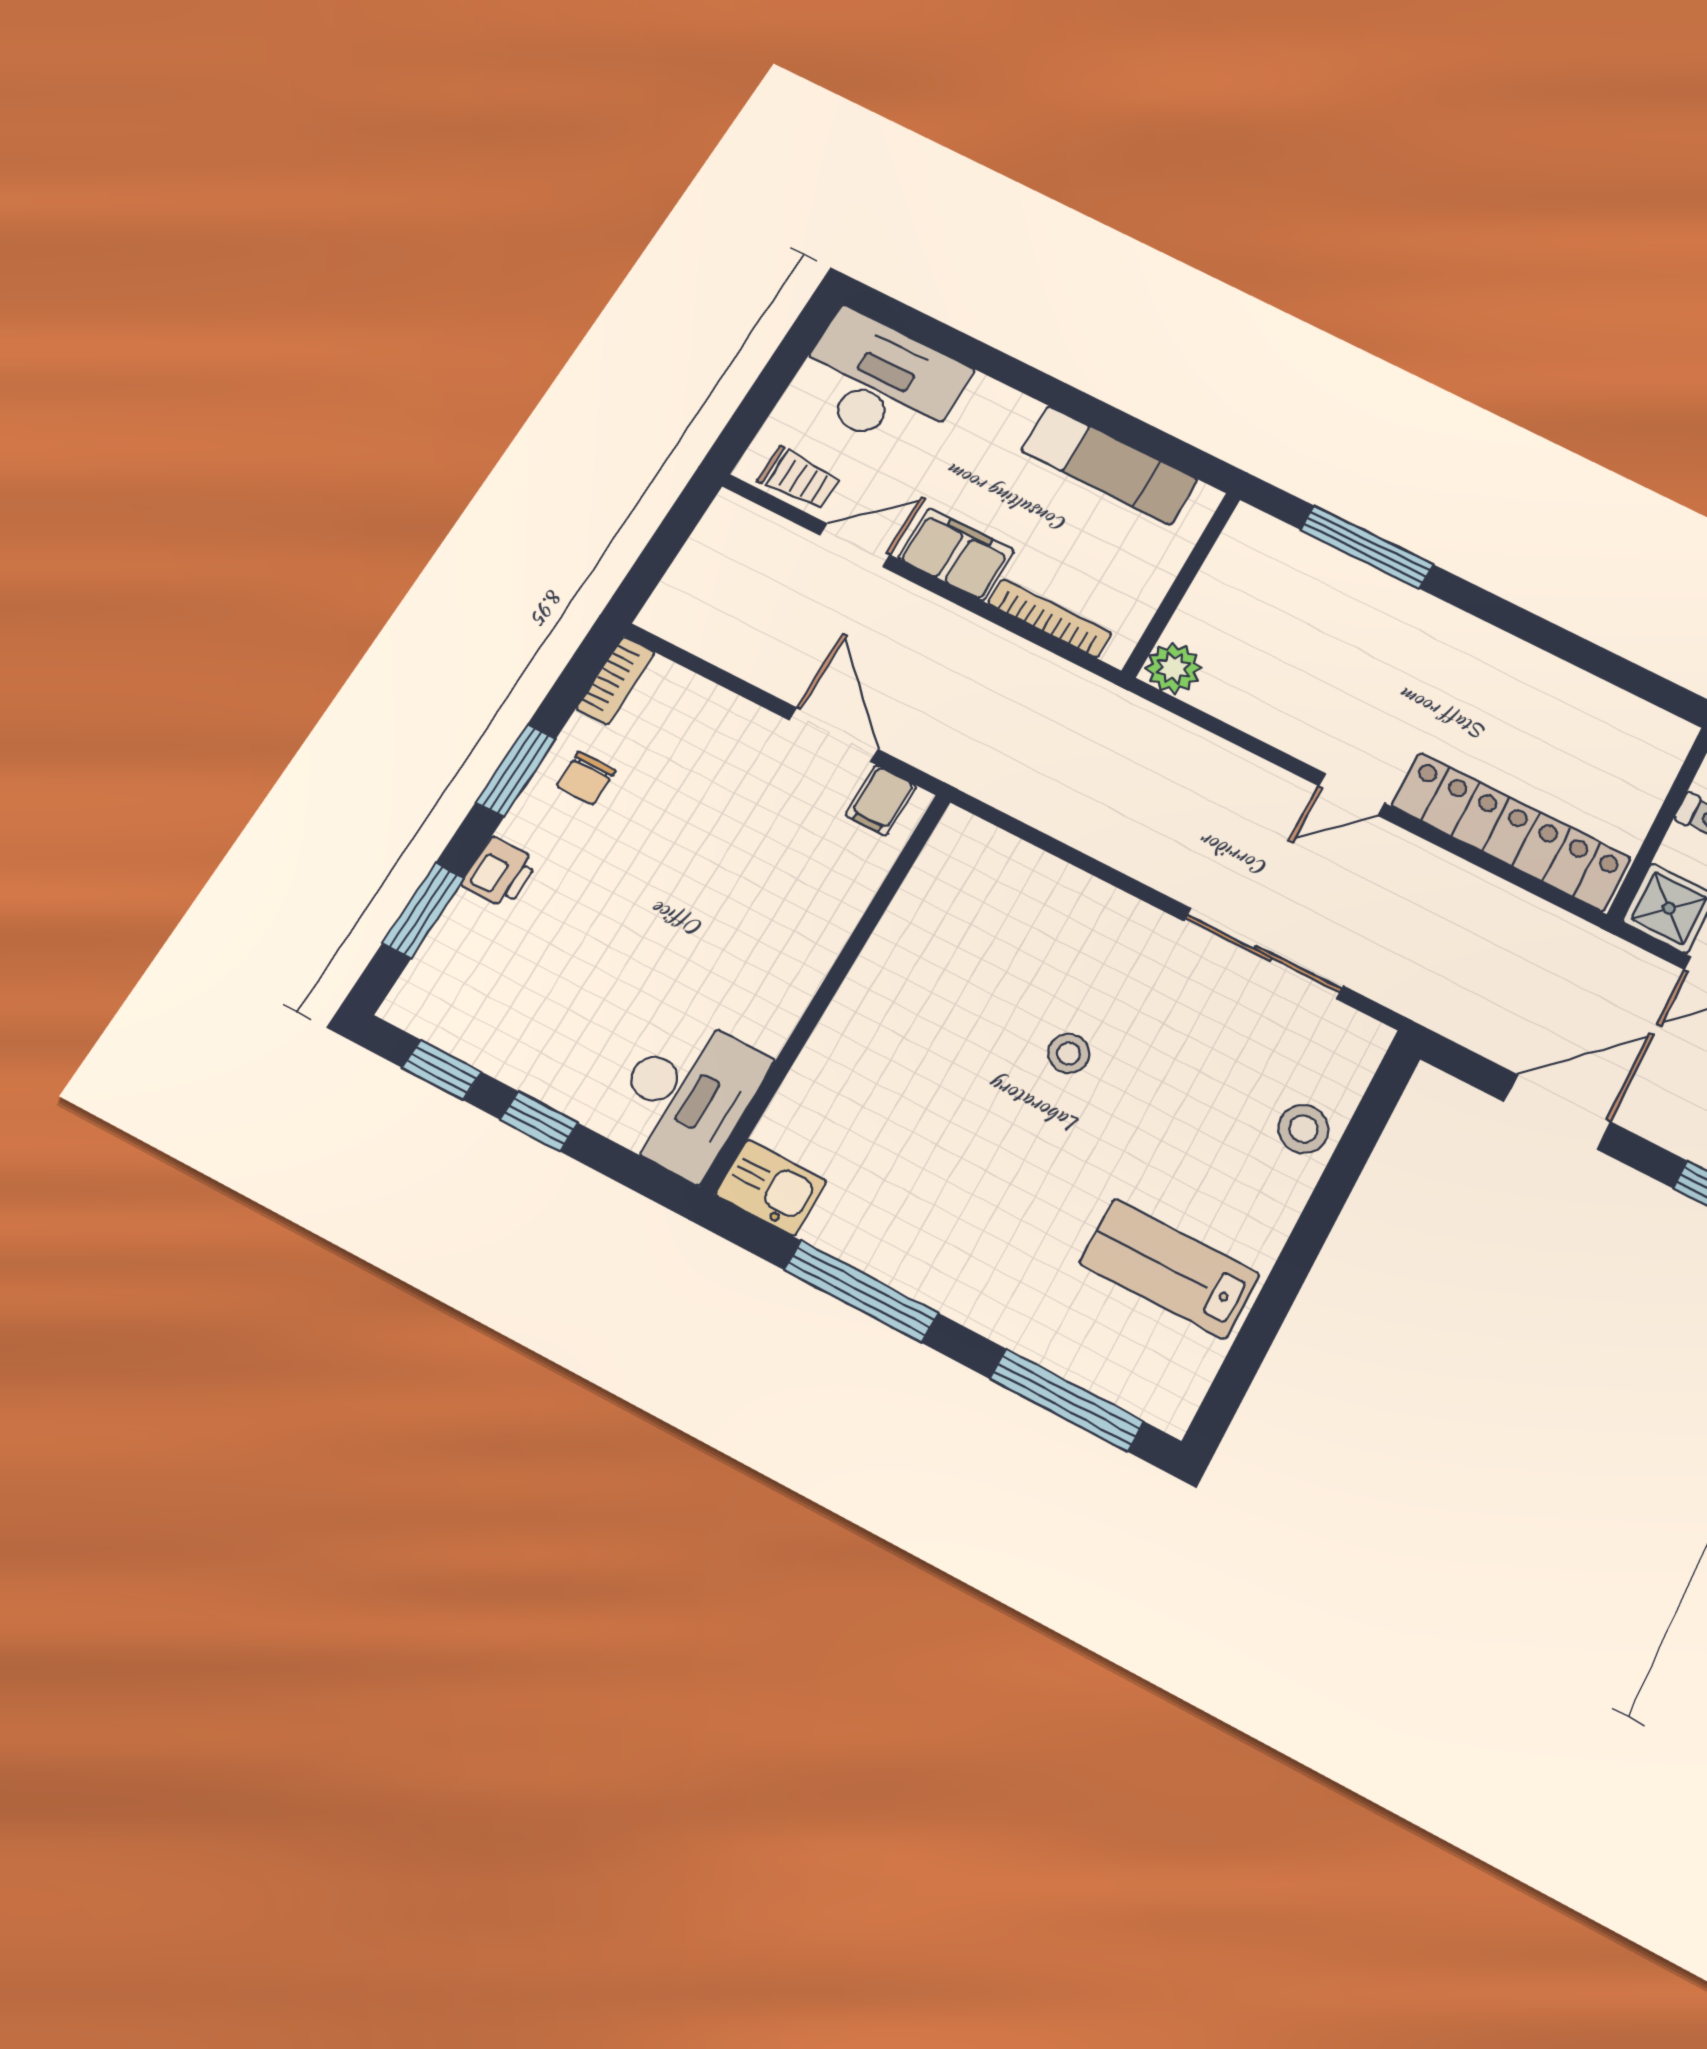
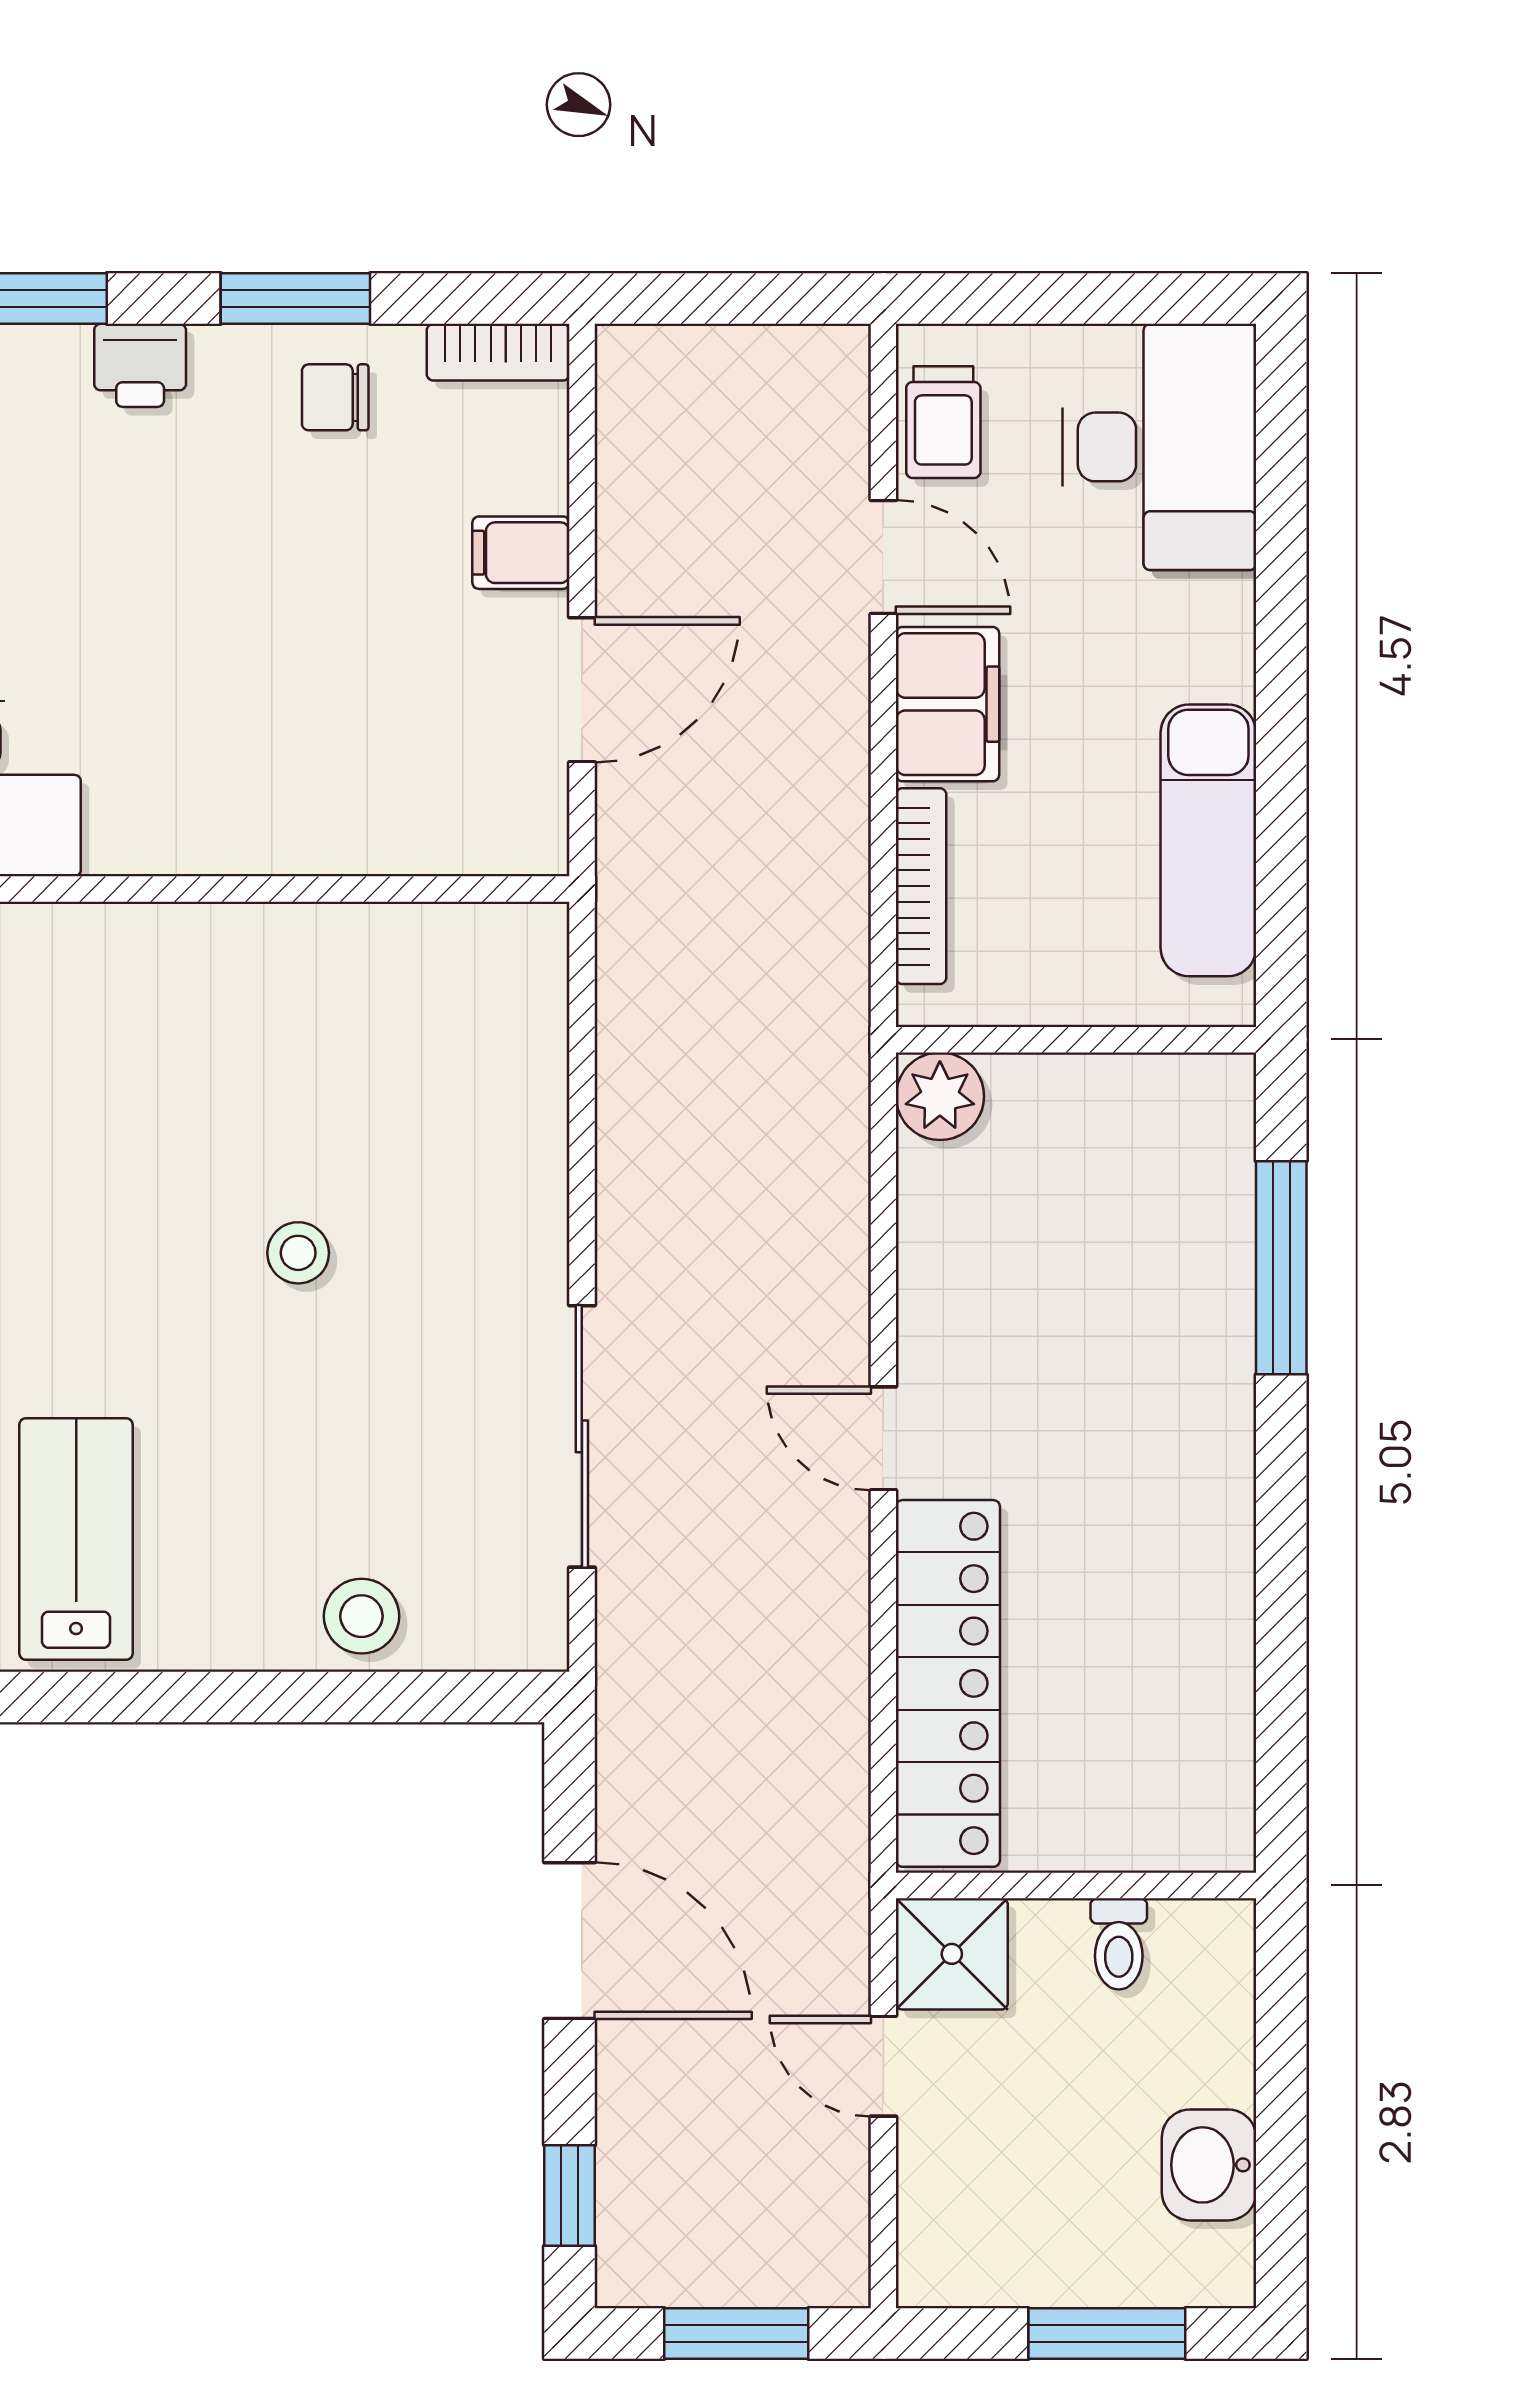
filing cabinet: (881, 801) -> (521, 553), moved

